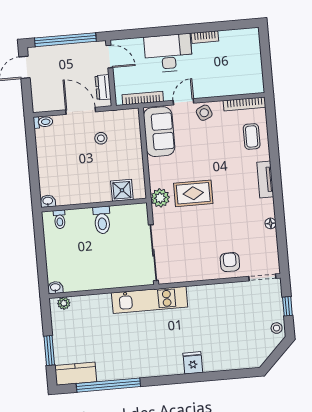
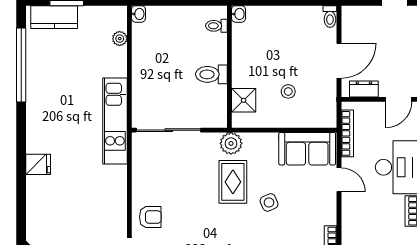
side table: (204, 113) -> (269, 202), moved
stool: (101, 138) -> (288, 91), moved
plant: (64, 303) -> (120, 39), moved
kitchen counter: (76, 374) -> (54, 17), moved, turned 90

